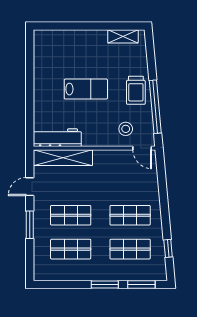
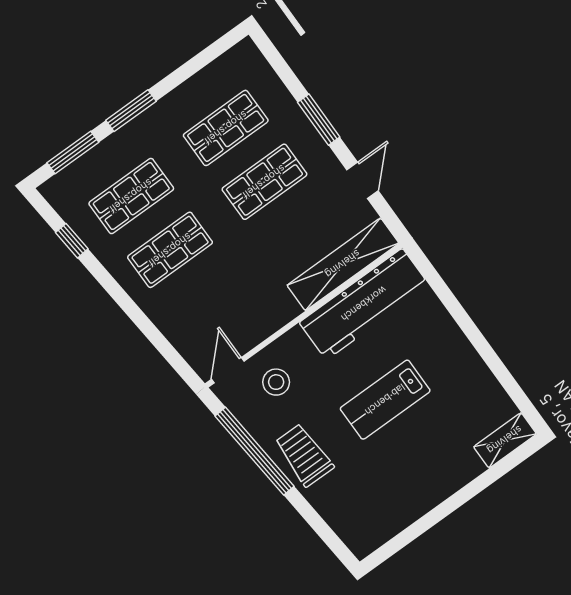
shelving: (123, 36) -> (505, 440), moved
workbench: (57, 138) -> (364, 304), width x1.36, depth x1.32
door: (142, 148) -> (228, 370), hinge flipped

